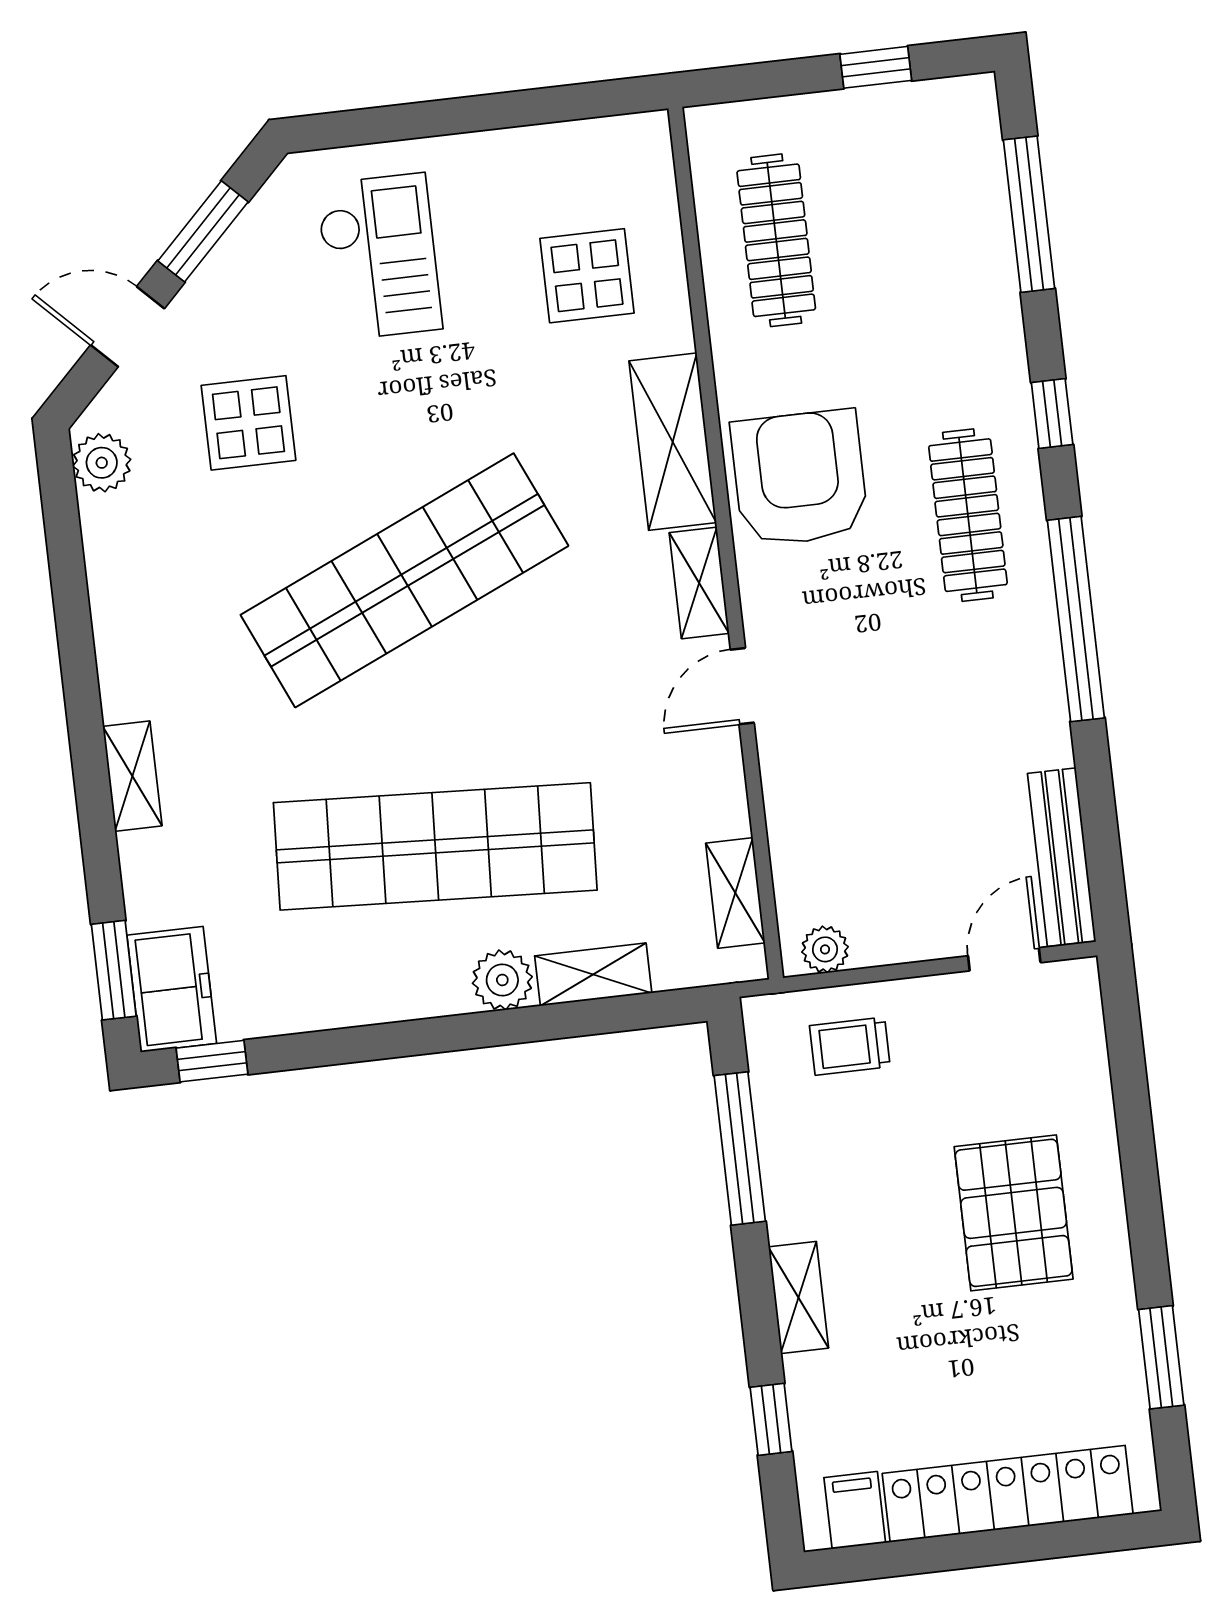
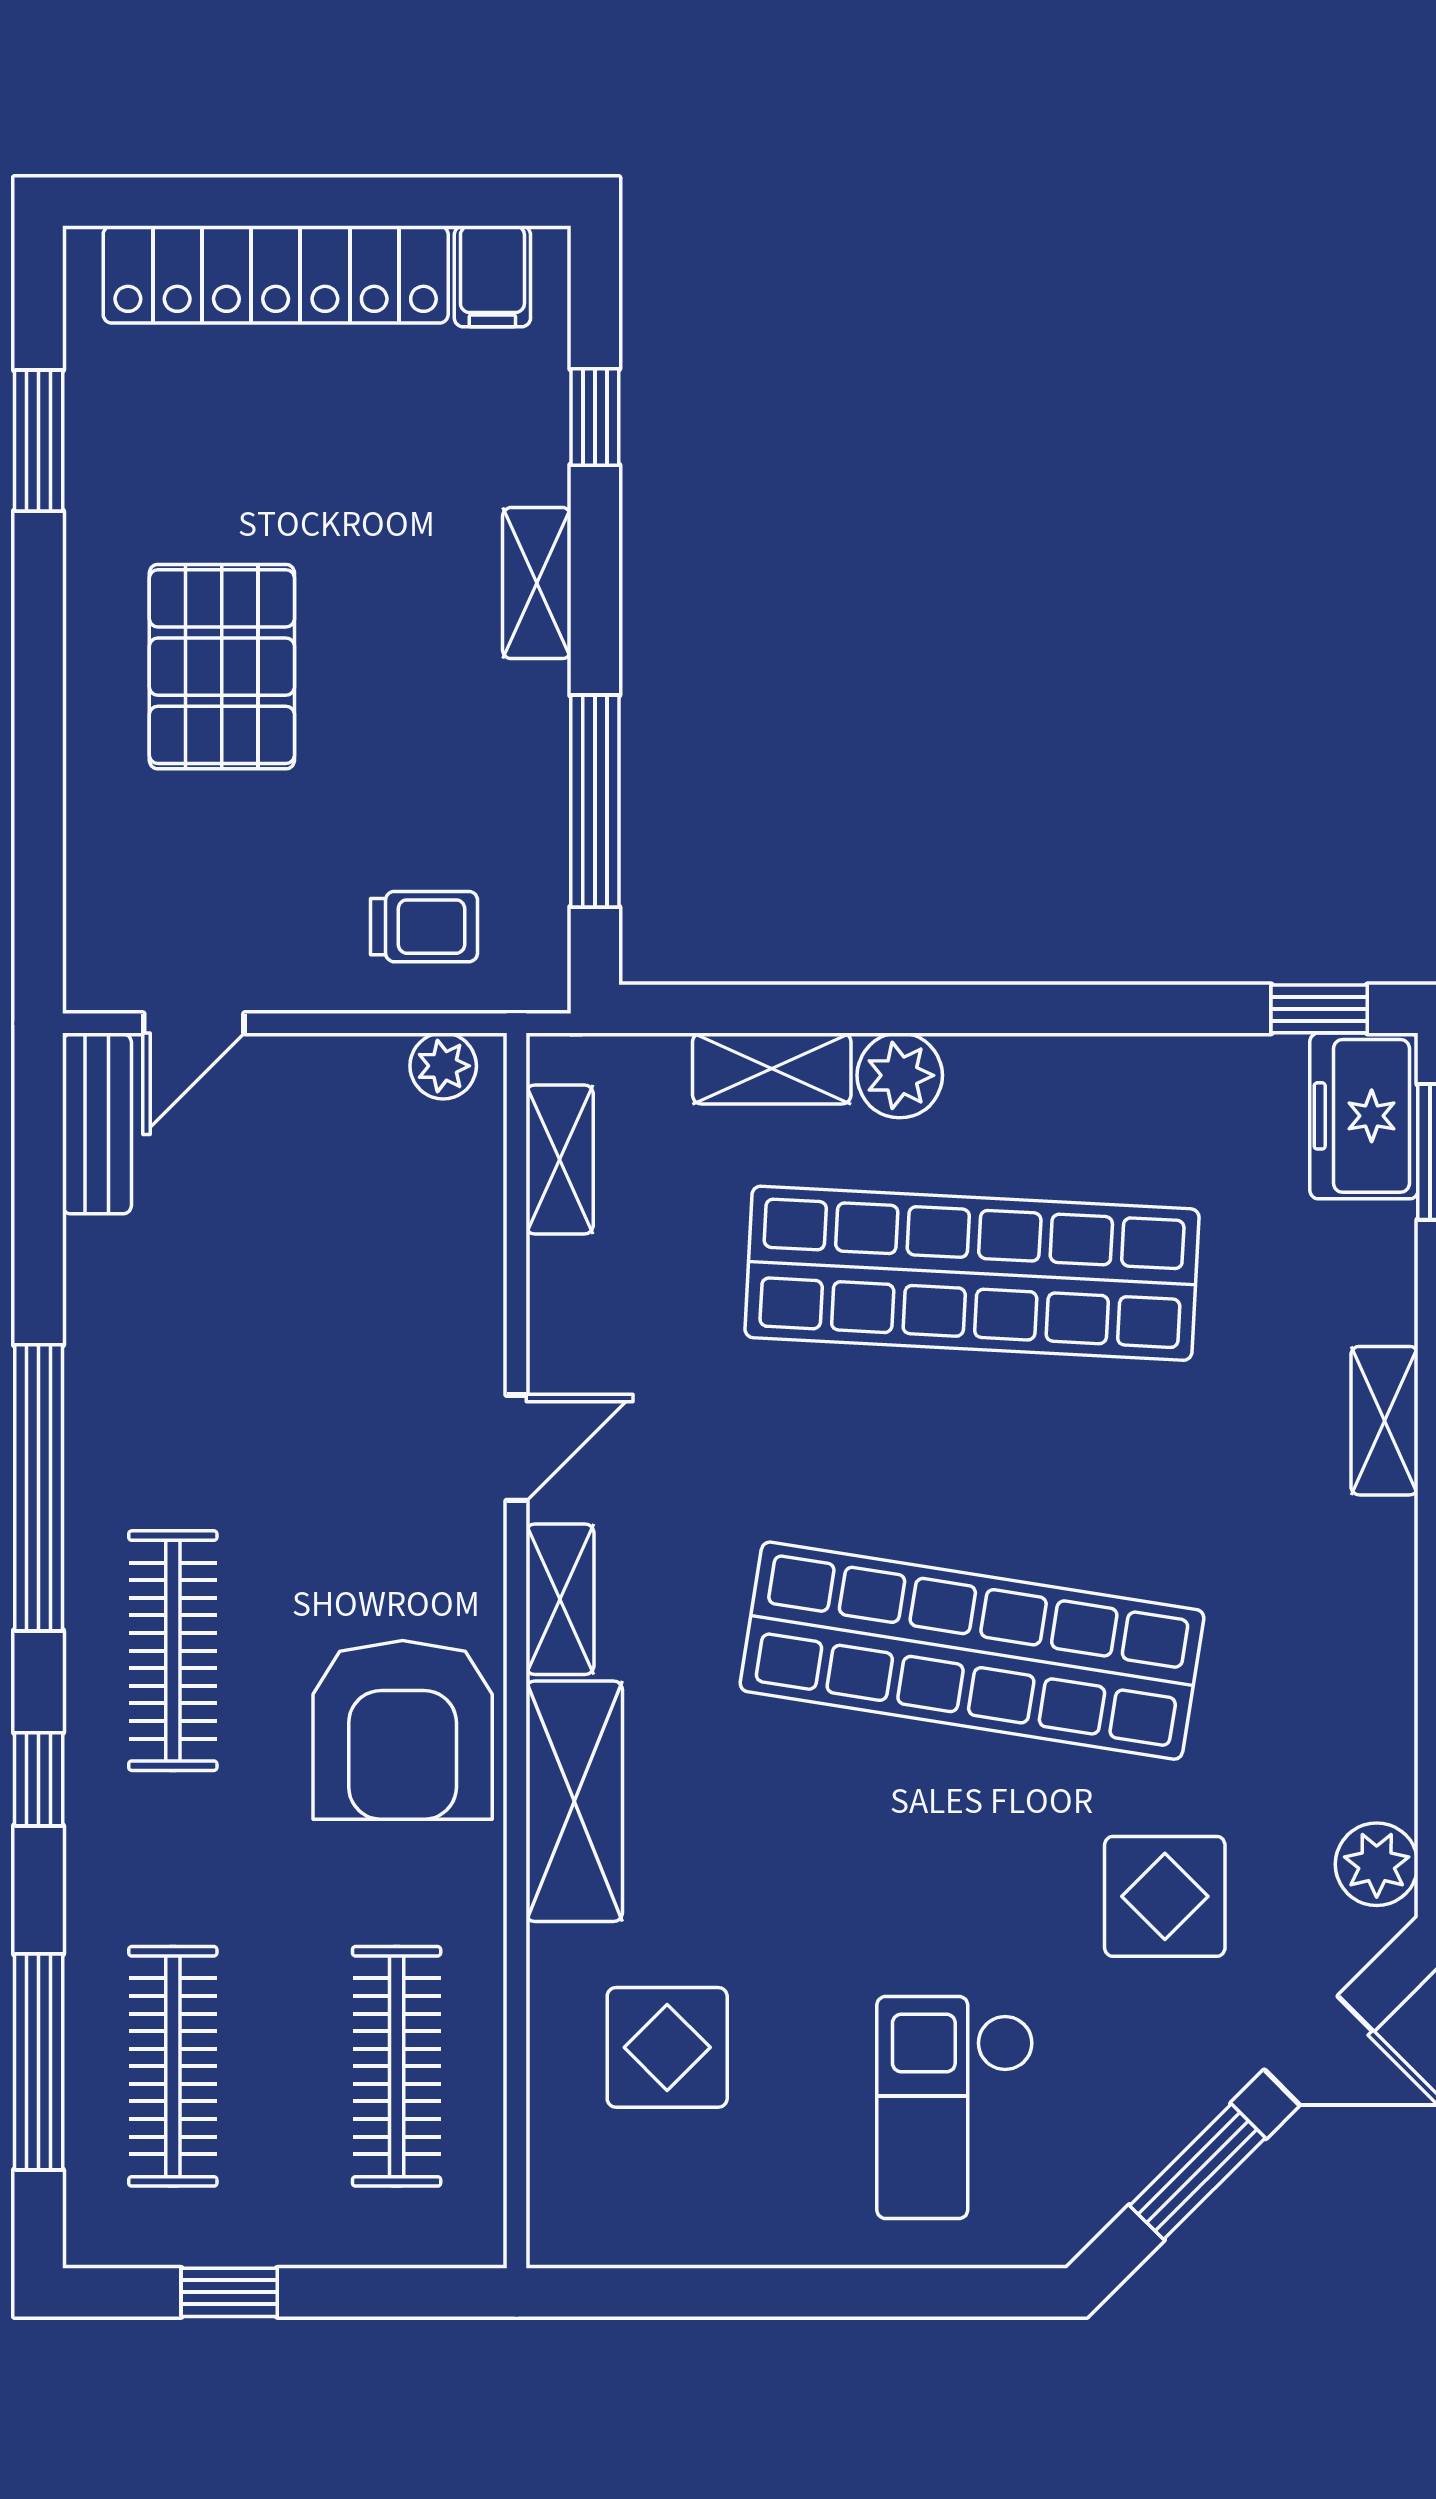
clothes rail: (934, 222) -> (173, 2066), added
shop shelf: (404, 580) -> (972, 1651), turned 33
bench: (1062, 857) -> (97, 1124), width x0.73

